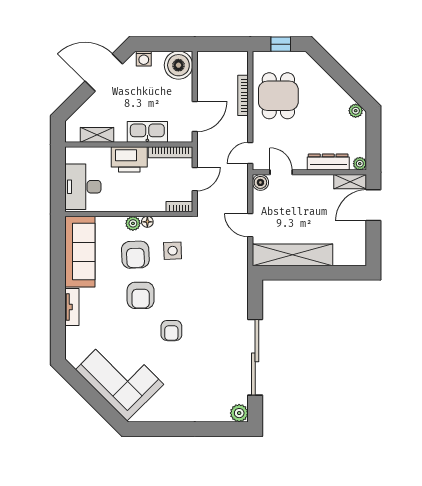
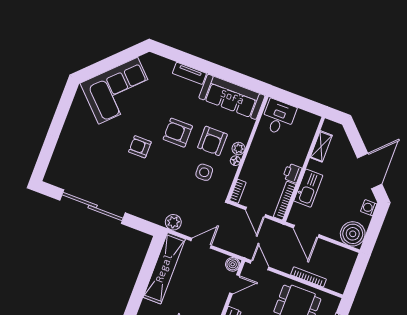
printer: (129, 159) -> (292, 173), width x0.53, depth x0.68
desk: (83, 187) -> (278, 117), width x0.73
armchair: (135, 255) -> (212, 141), turned -88
plant: (239, 413) -> (173, 222), moved

